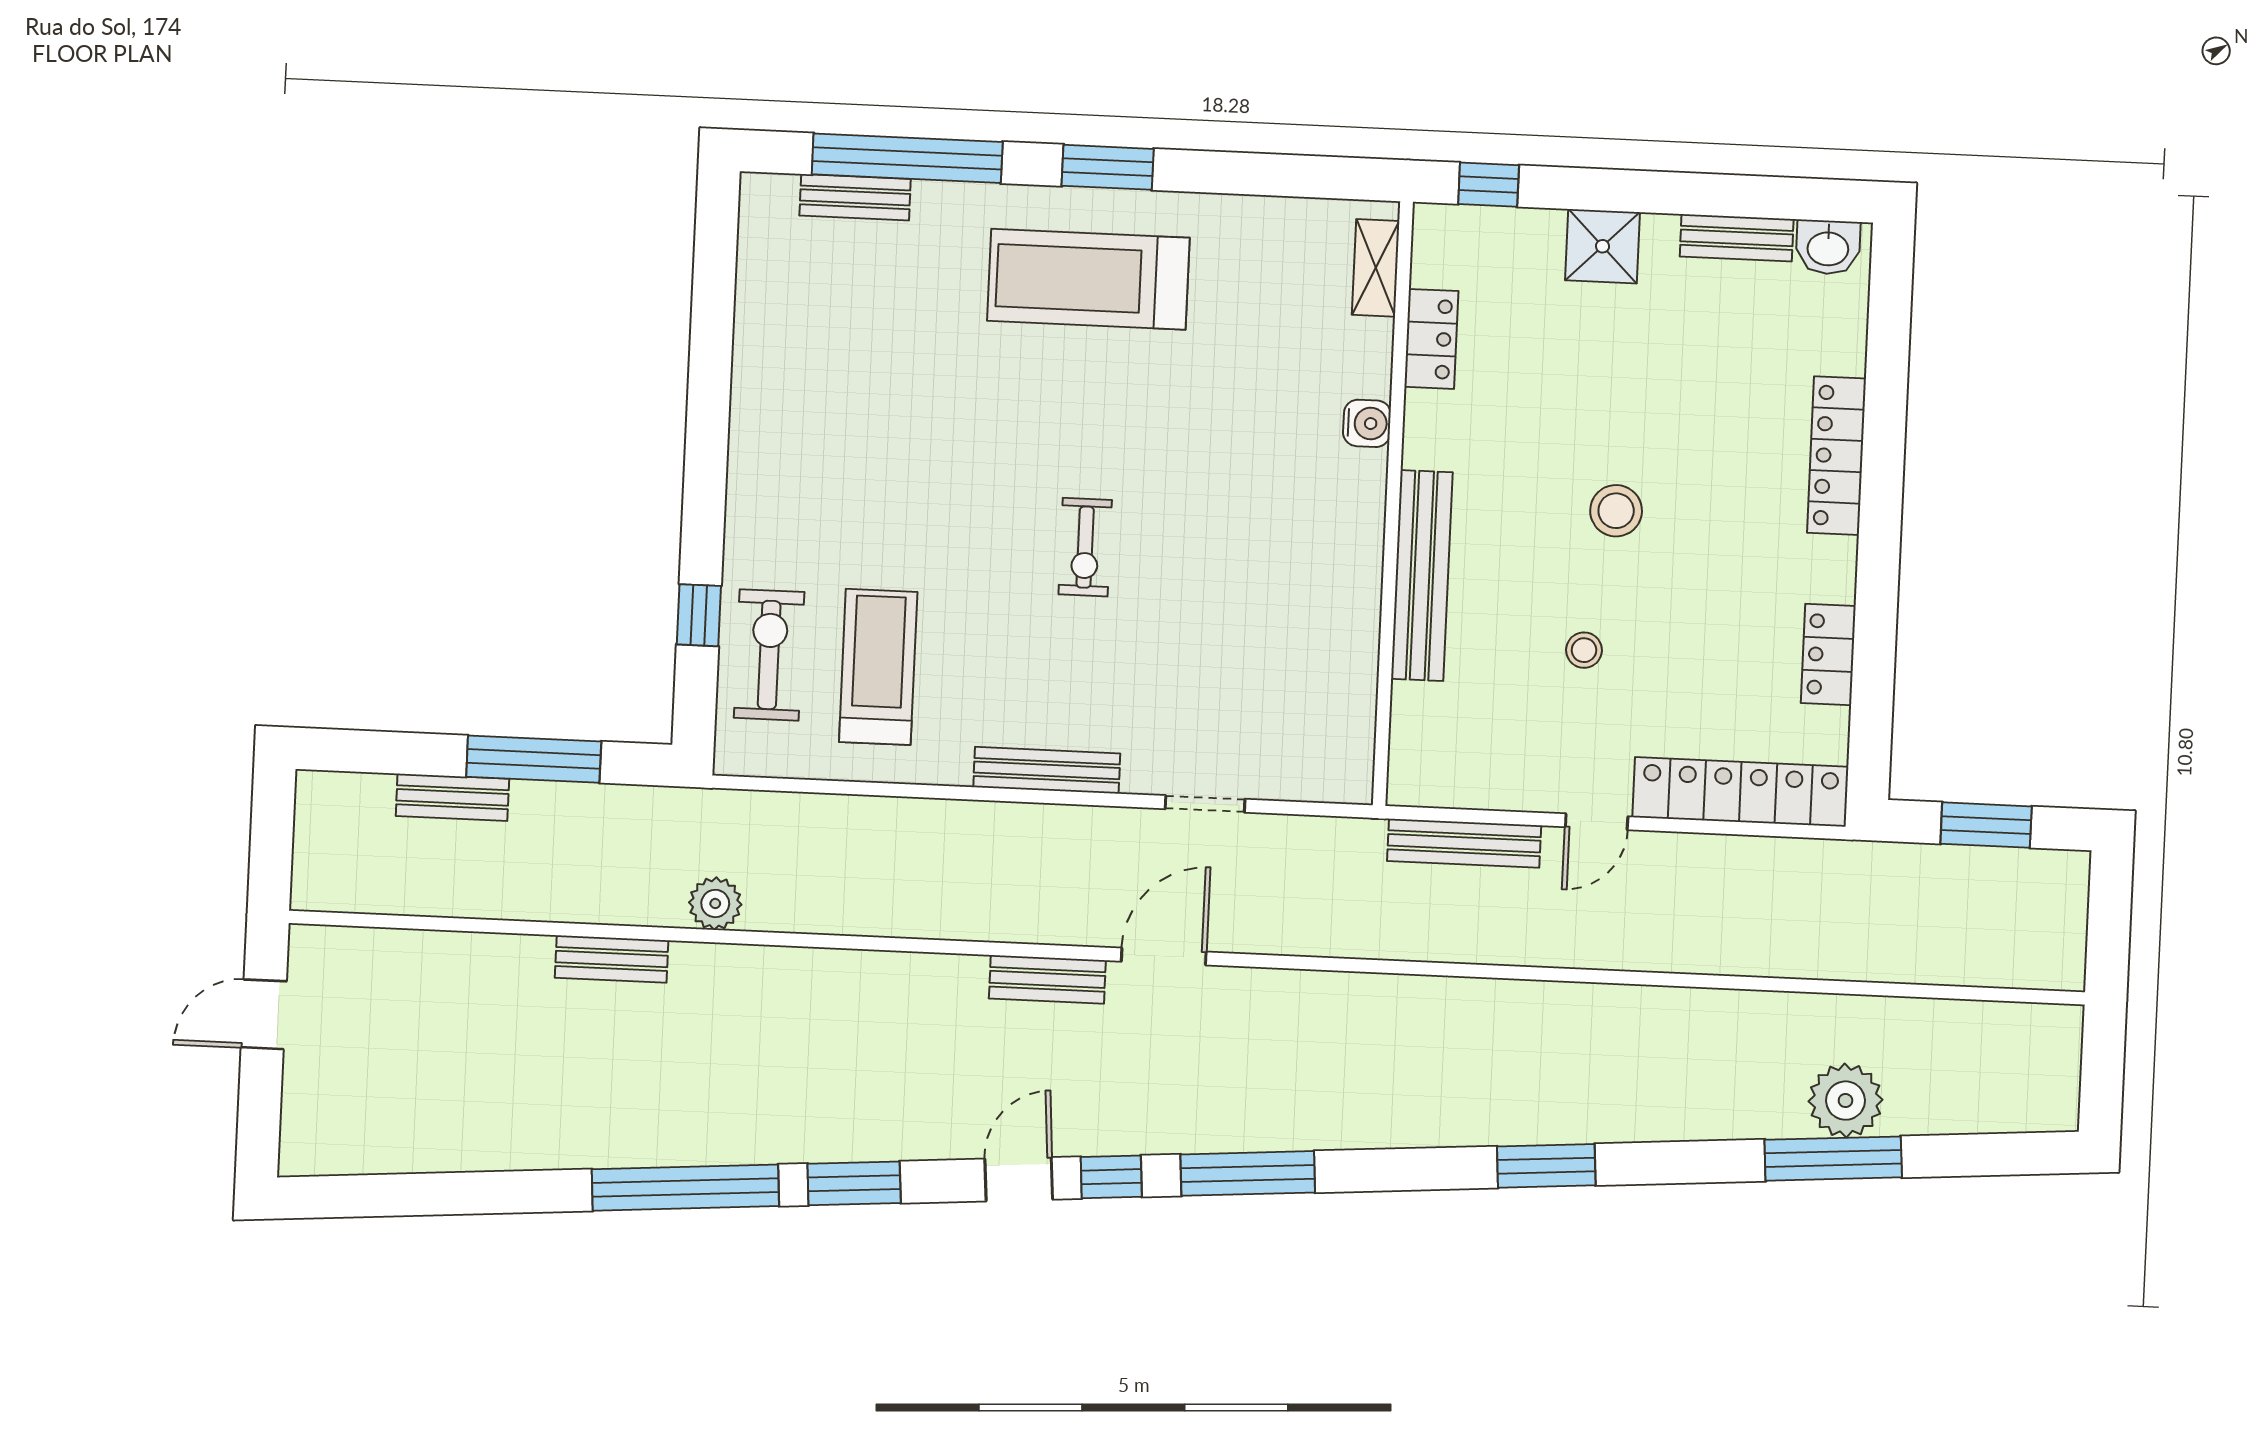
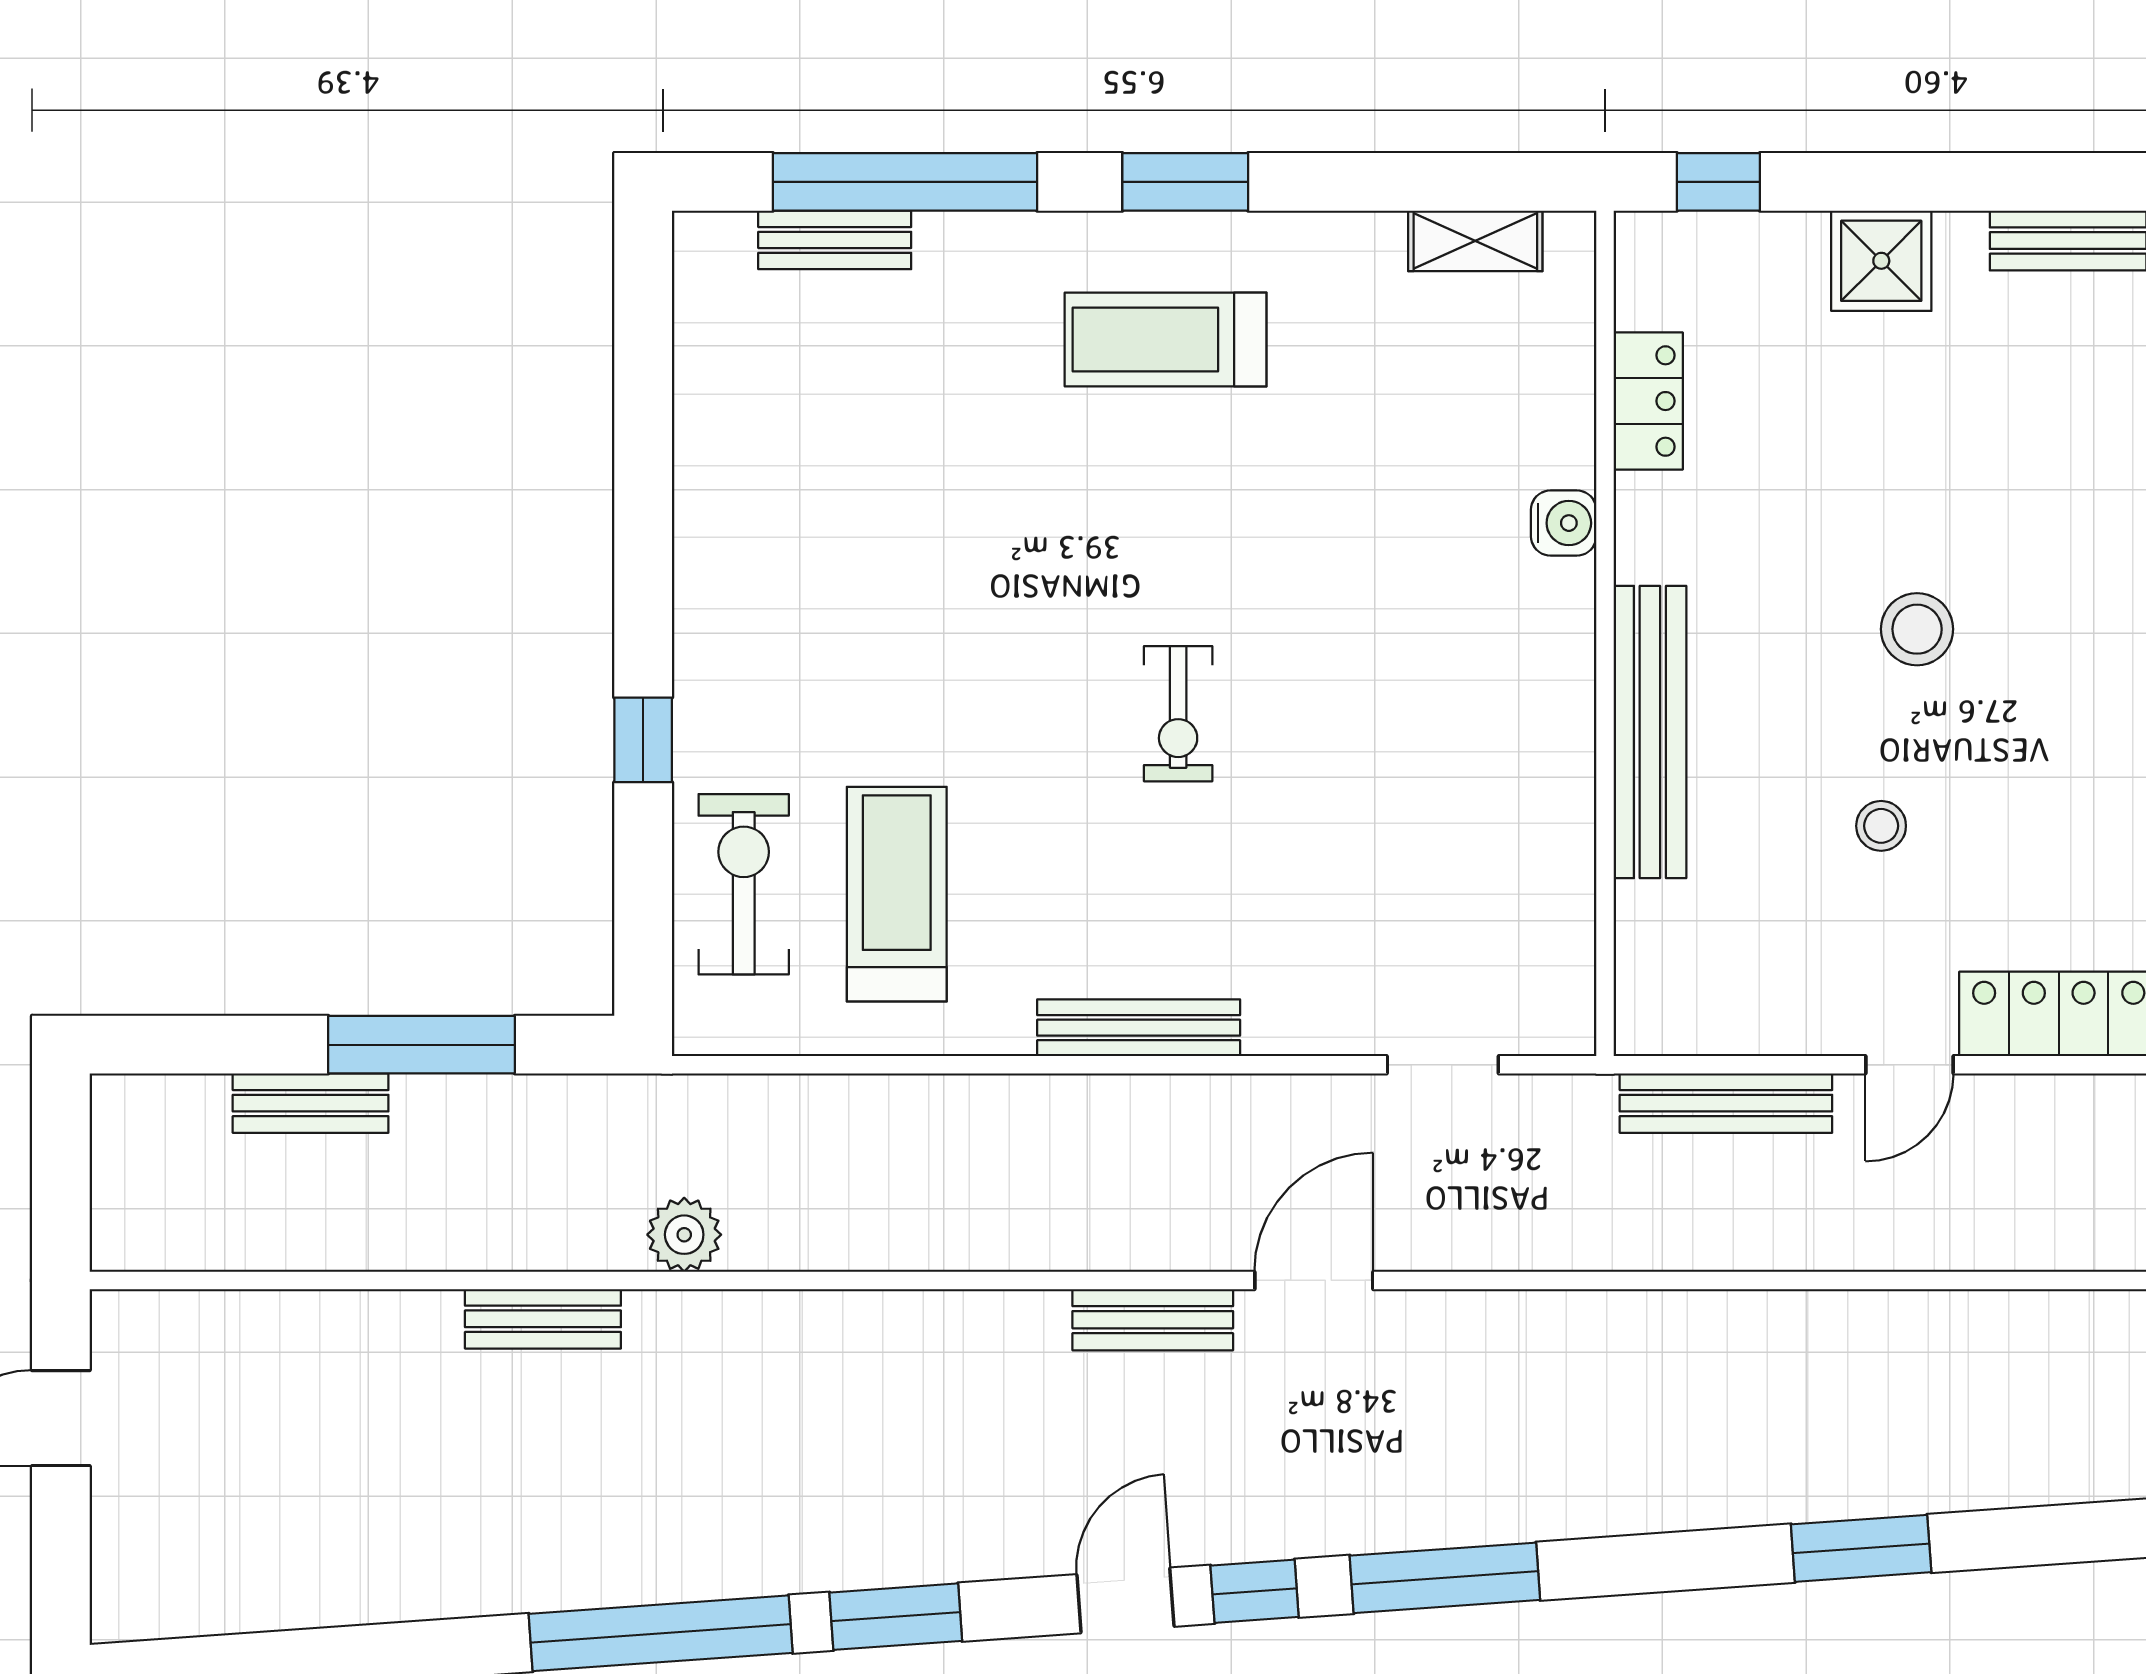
shelving: (1376, 268) -> (1475, 241), moved, turned 90
treadmill: (1088, 279) -> (1166, 340), width x0.73, depth x0.73
window: (699, 615) -> (643, 740), moved
doorway: (1205, 804) -> (1443, 1065), moved

